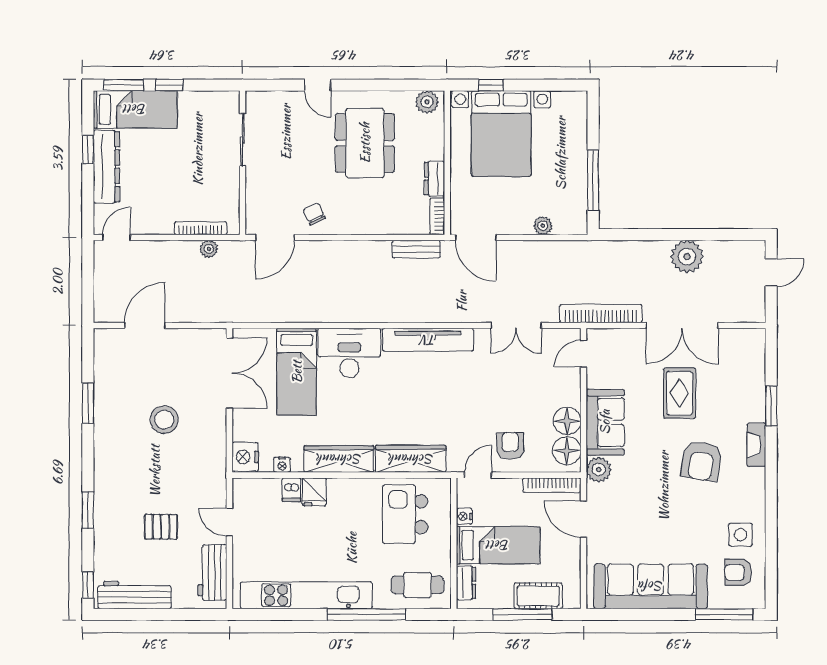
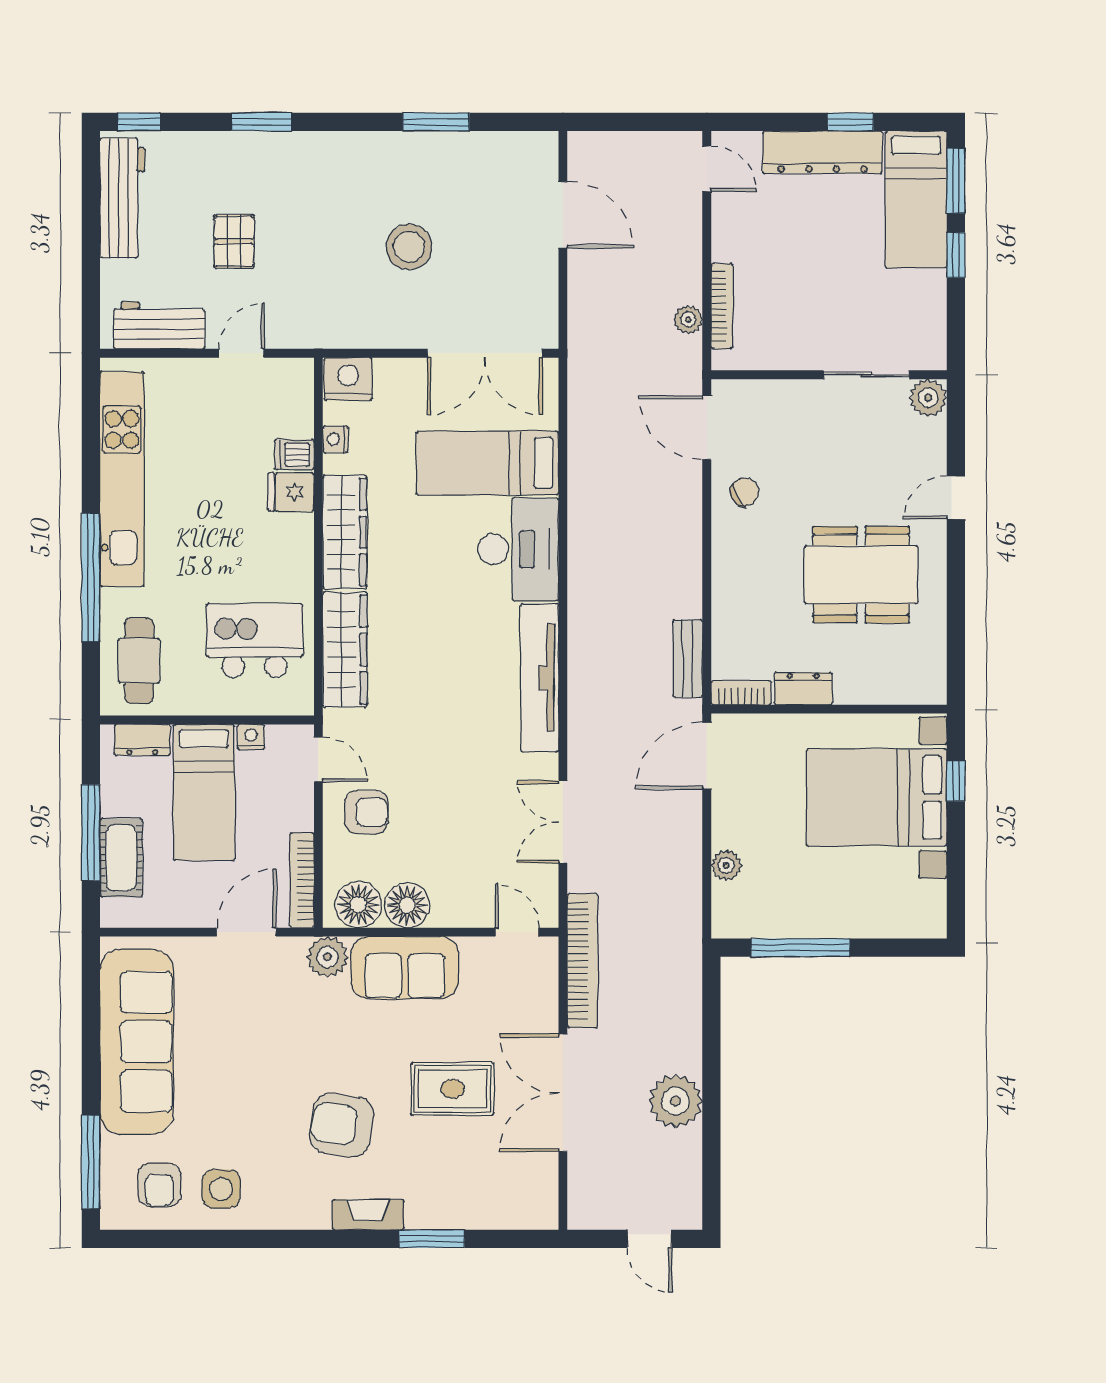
plant: (427, 102) -> (928, 398), moved
armchair: (738, 572) -> (159, 1185), turned 180

